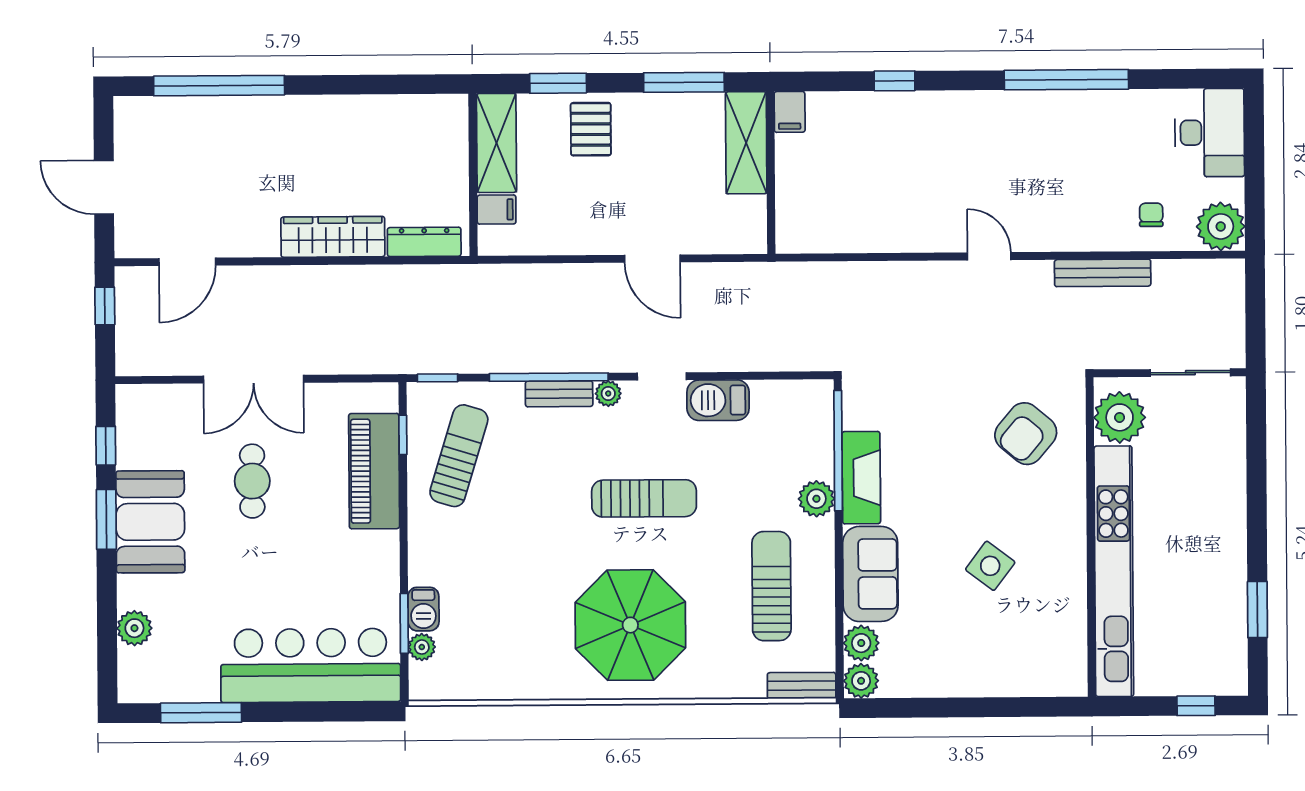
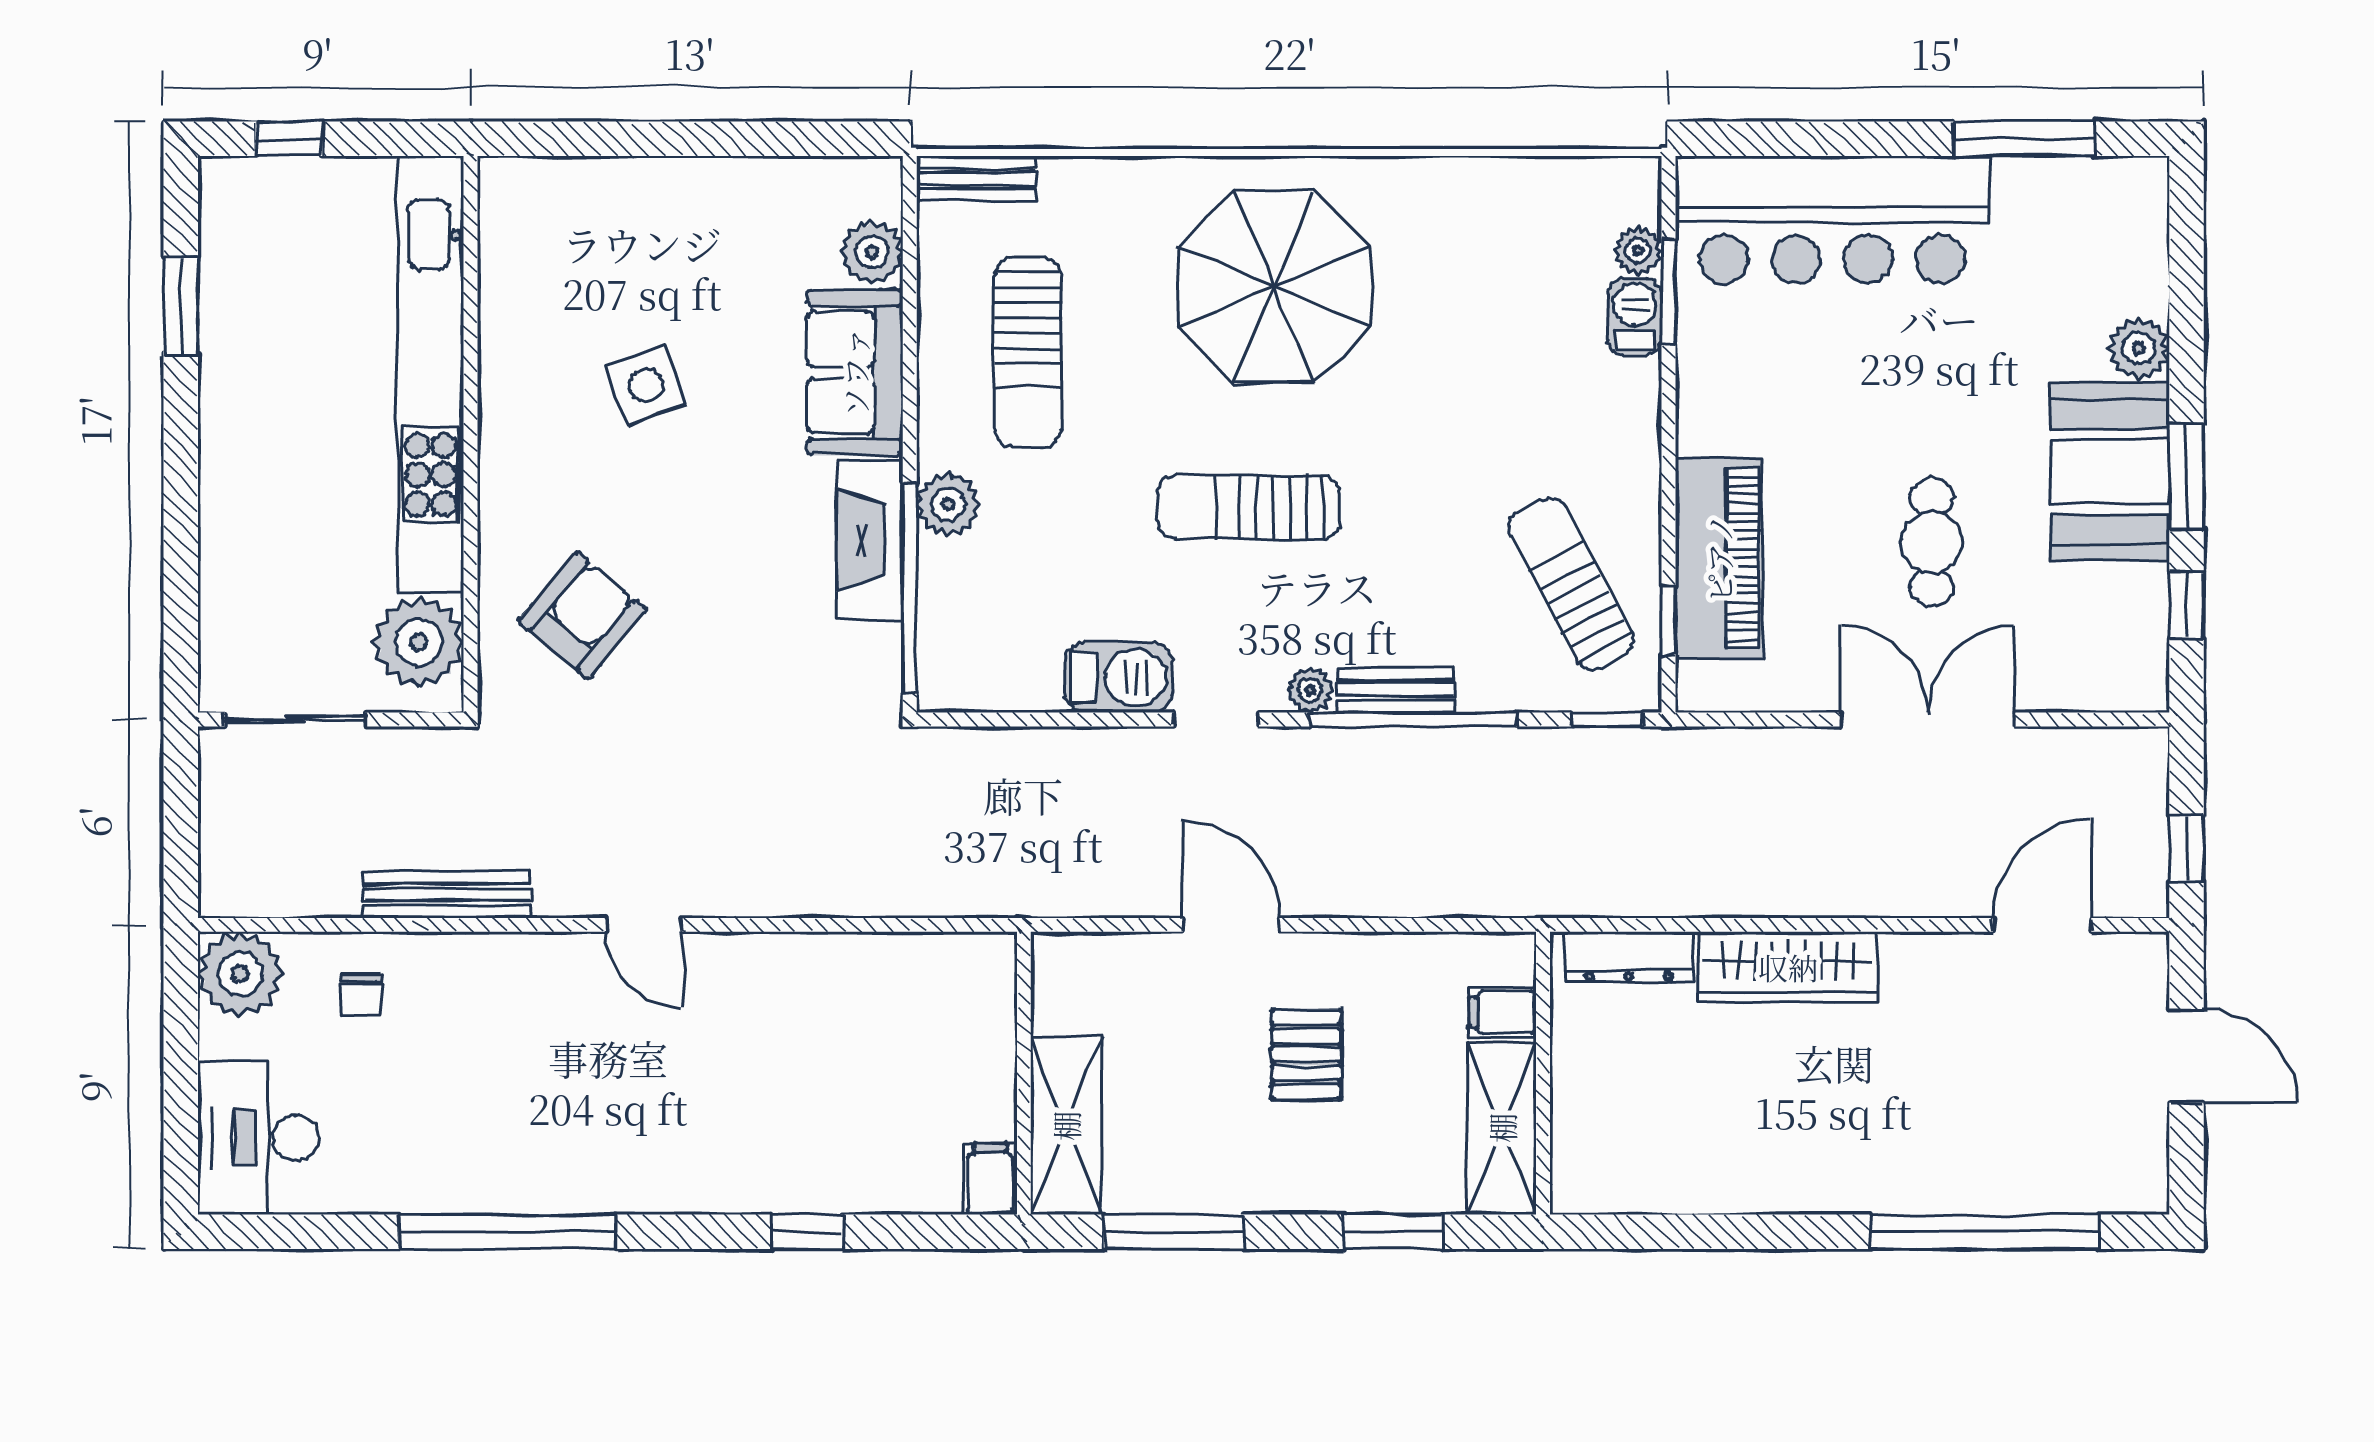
pallet: (591, 129) -> (1306, 1055), moved
sun lounger: (459, 456) -> (1571, 584), turned 135
side table: (990, 566) -> (646, 385), turned 33
plant: (134, 628) -> (2139, 348), moved
plant: (861, 681) -> (873, 186), removed

